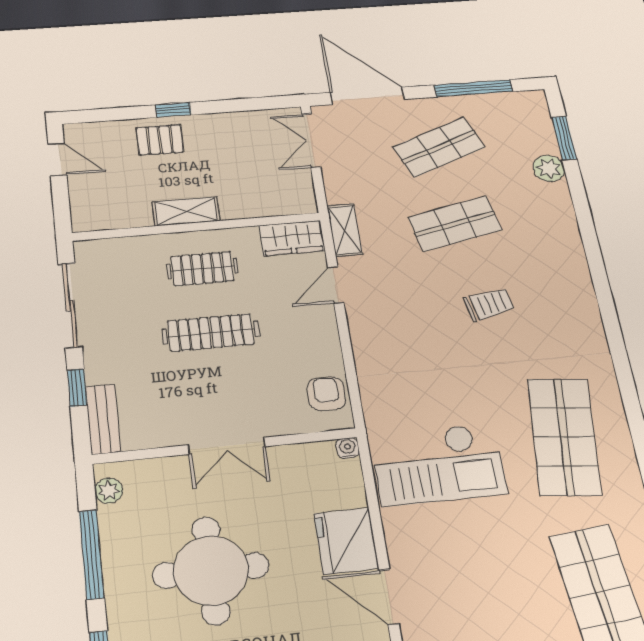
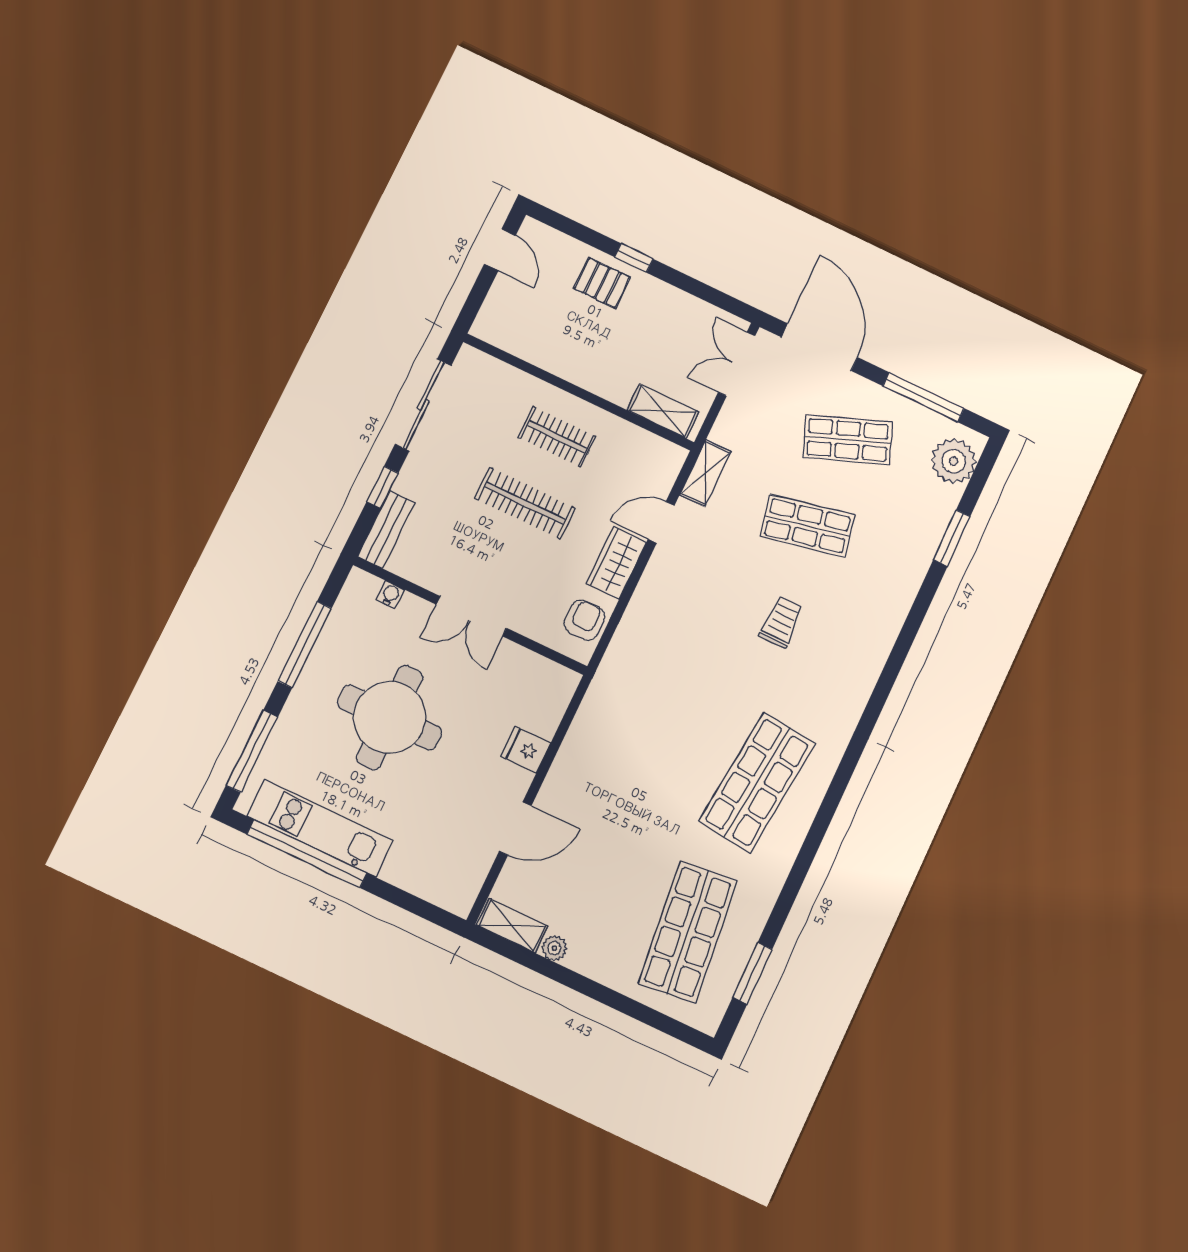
window: (564, 138) -> (952, 538), moved
plant: (549, 168) -> (954, 461), moved, width x1.36, depth x1.36
shelving: (186, 211) -> (663, 411), moved
wardrobe: (292, 238) -> (616, 563), moved, turned 90
trolley: (489, 304) -> (781, 622), turned -79
water cooler: (348, 448) -> (390, 595), moved
checkout: (438, 464) -> (634, 741), removed
plant: (109, 491) -> (352, 597), removed
fridge: (346, 541) -> (526, 750), width x0.53, depth x0.75
door: (389, 597) -> (515, 829), swing flipped

